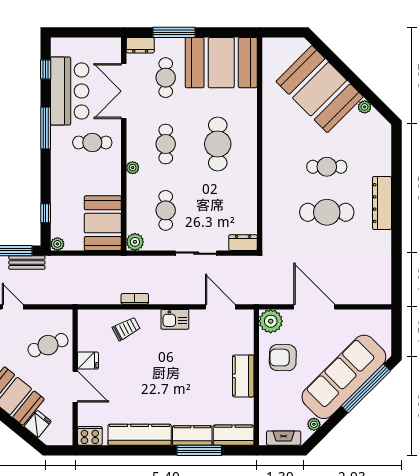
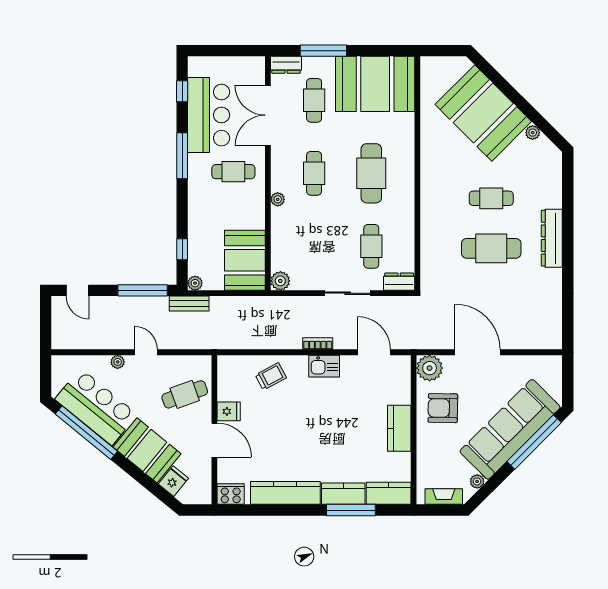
cafe table: (166, 210) -> (371, 246), moved
bench: (27, 262) -> (189, 304), moved
bookcase: (135, 299) -> (318, 344), moved

